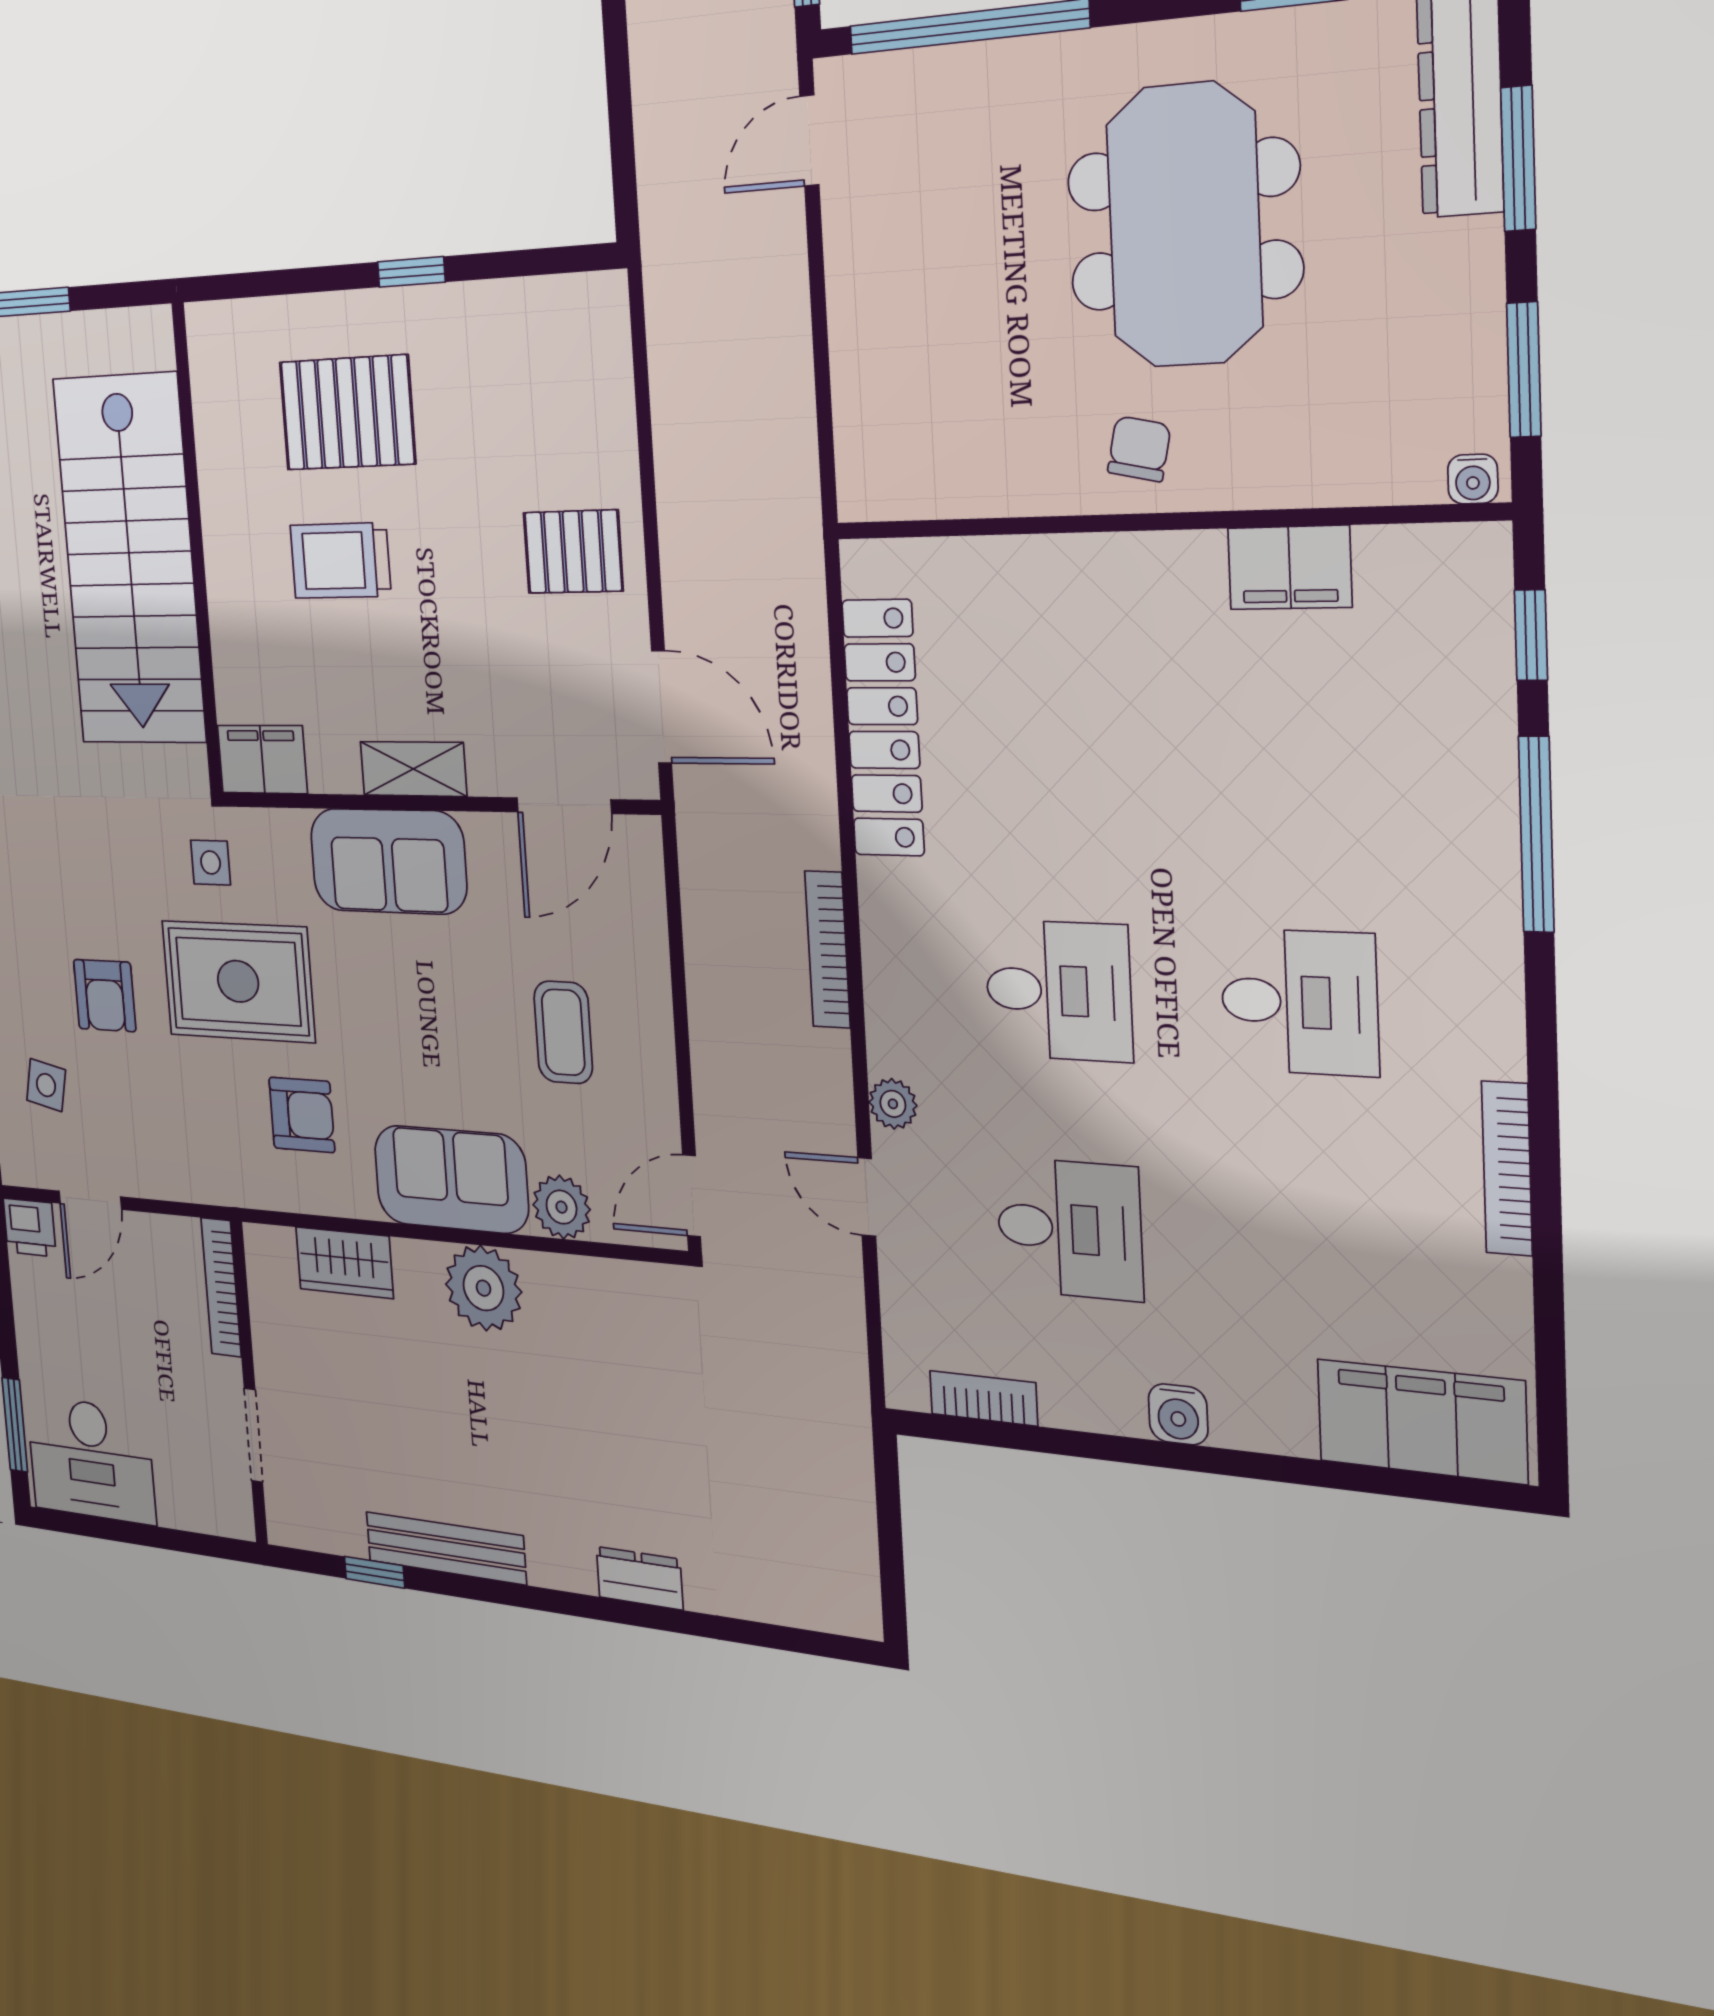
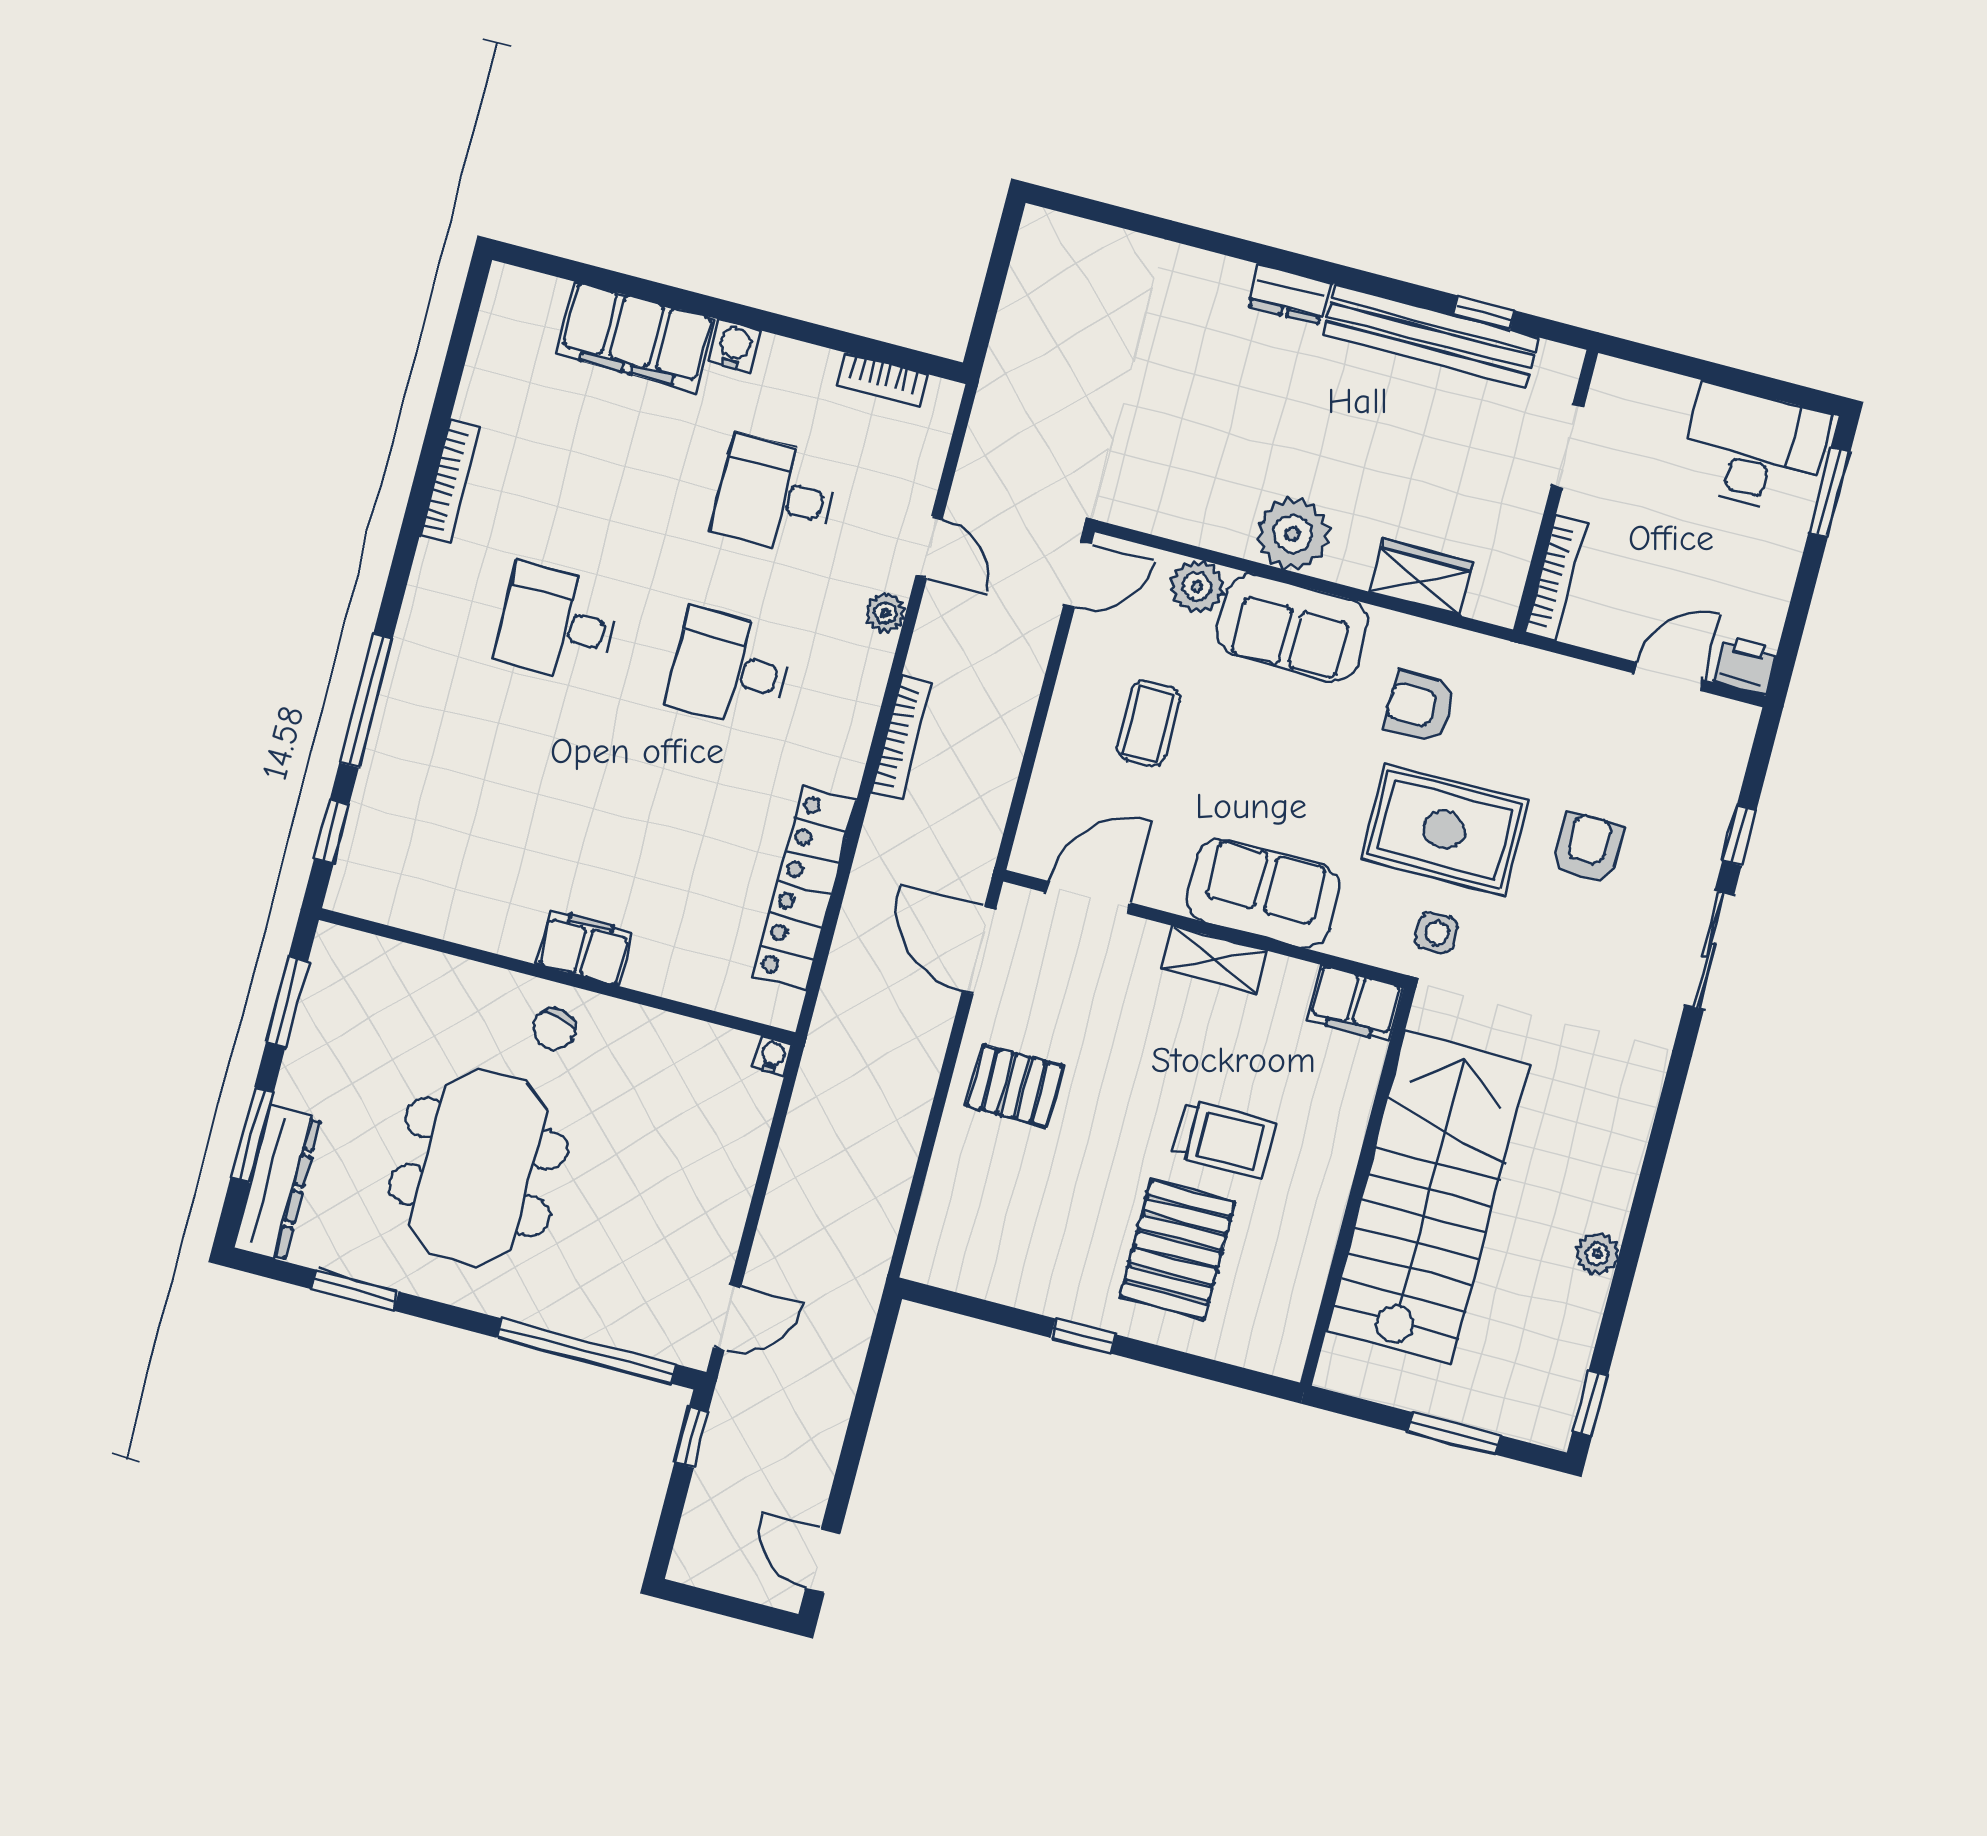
pallet: (347, 413) -> (1178, 1249), turned 90
water cooler: (1473, 479) -> (772, 1056), moved
filing cabinet: (1290, 568) -> (584, 948), moved
side table: (46, 1085) -> (1680, 785), removed
filing cabinet: (1422, 1421) -> (635, 336), moved
bench: (446, 1548) -> (1431, 336), width x1.37, depth x1.21
dresser: (639, 1578) -> (1289, 294), moved

